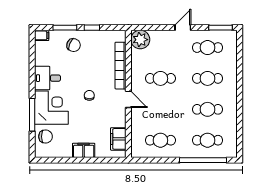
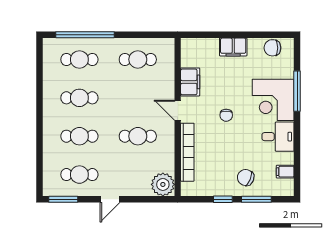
filing cabinet: (42, 35) -> (285, 172), moved
chair: (46, 137) -> (272, 48), moved
filing cabinet: (118, 139) -> (190, 82), moved

